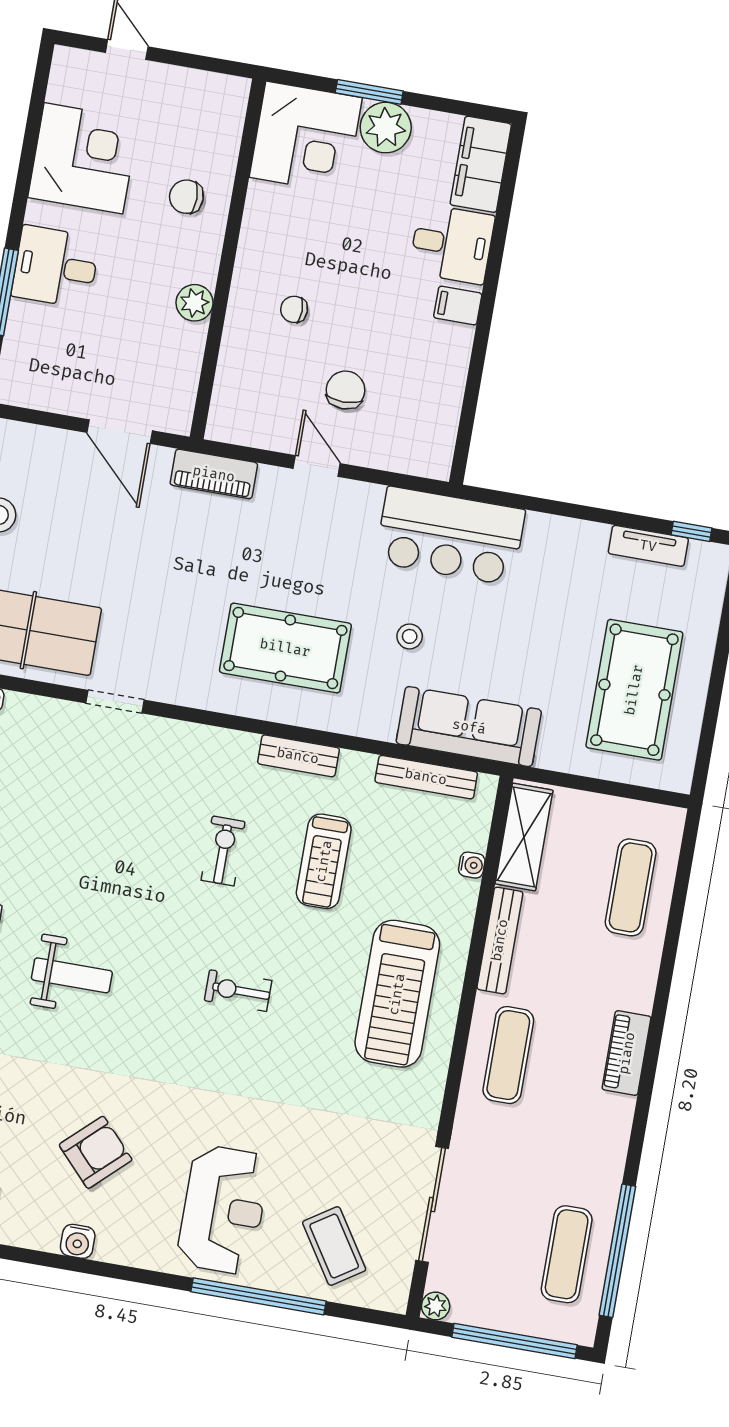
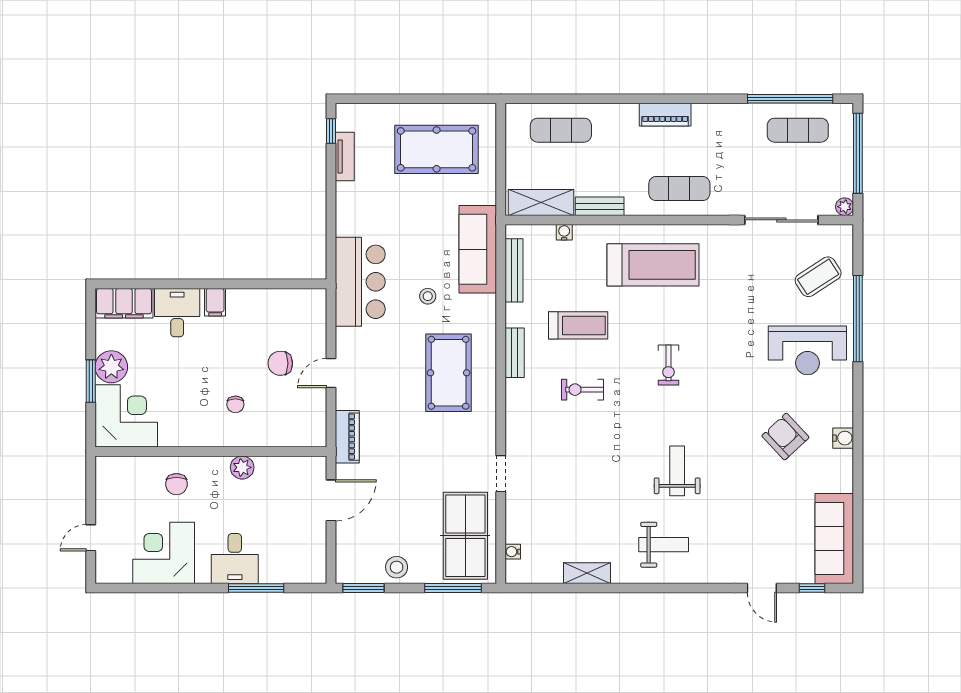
bench: (500, 940) -> (600, 206), width x0.73
reception desk: (223, 1210) -> (807, 350), turned 180

